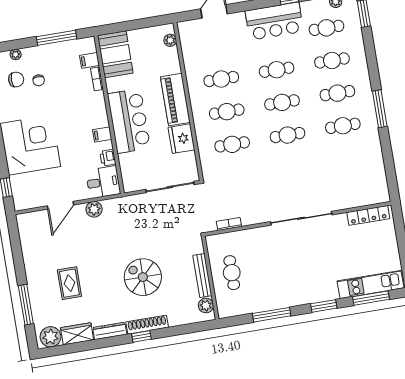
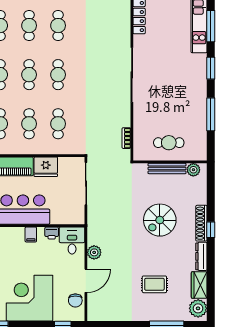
chair: (36, 197) -> (75, 300), added
door: (61, 205) -> (86, 281), hinge flipped

